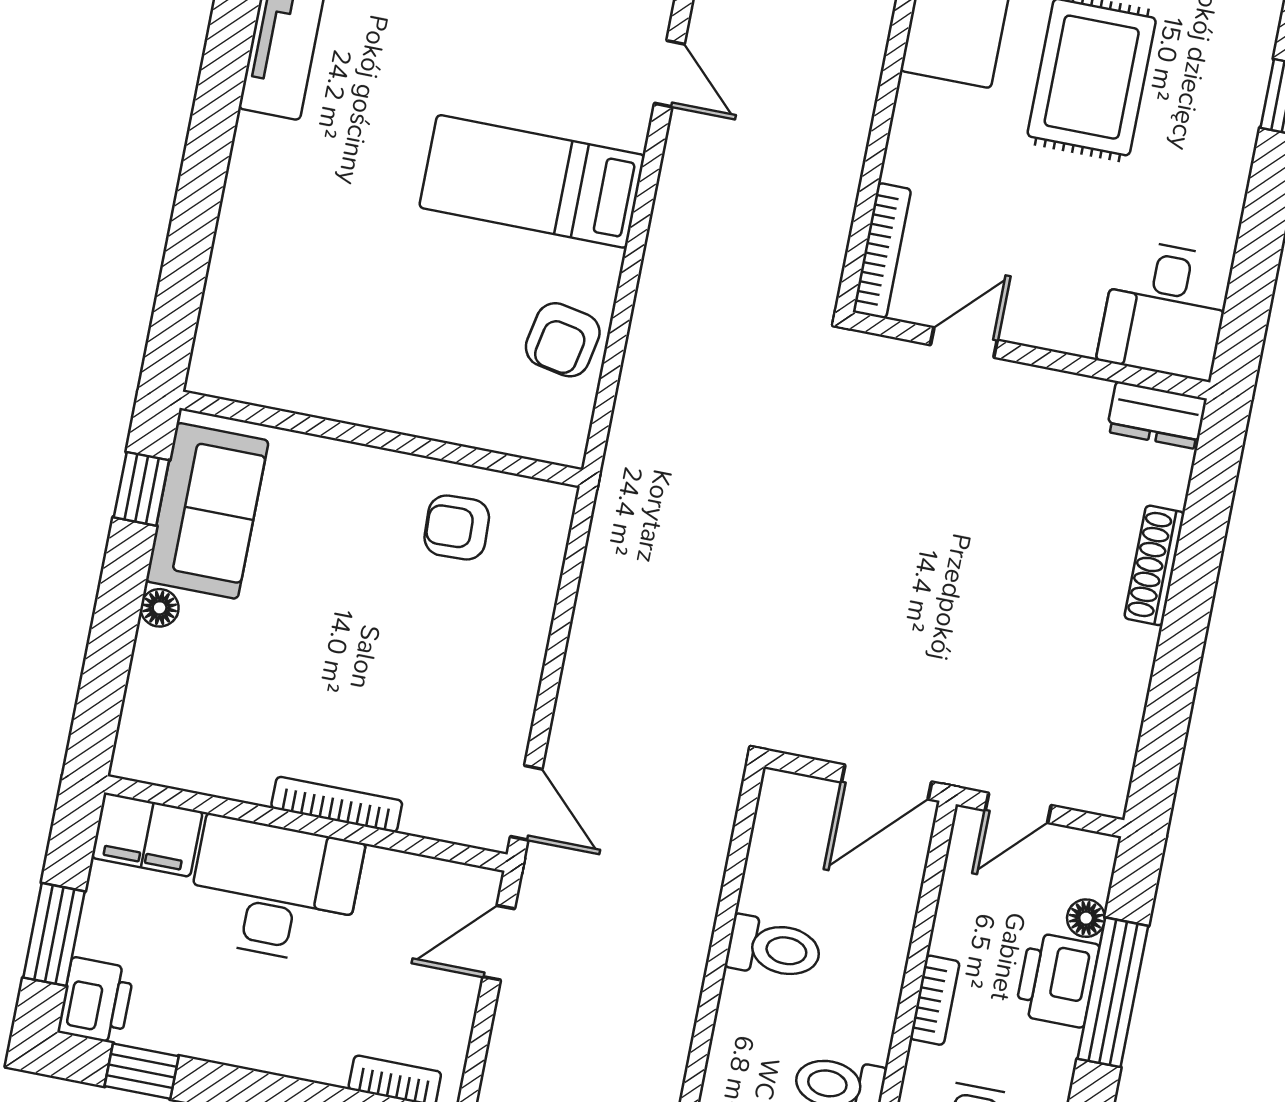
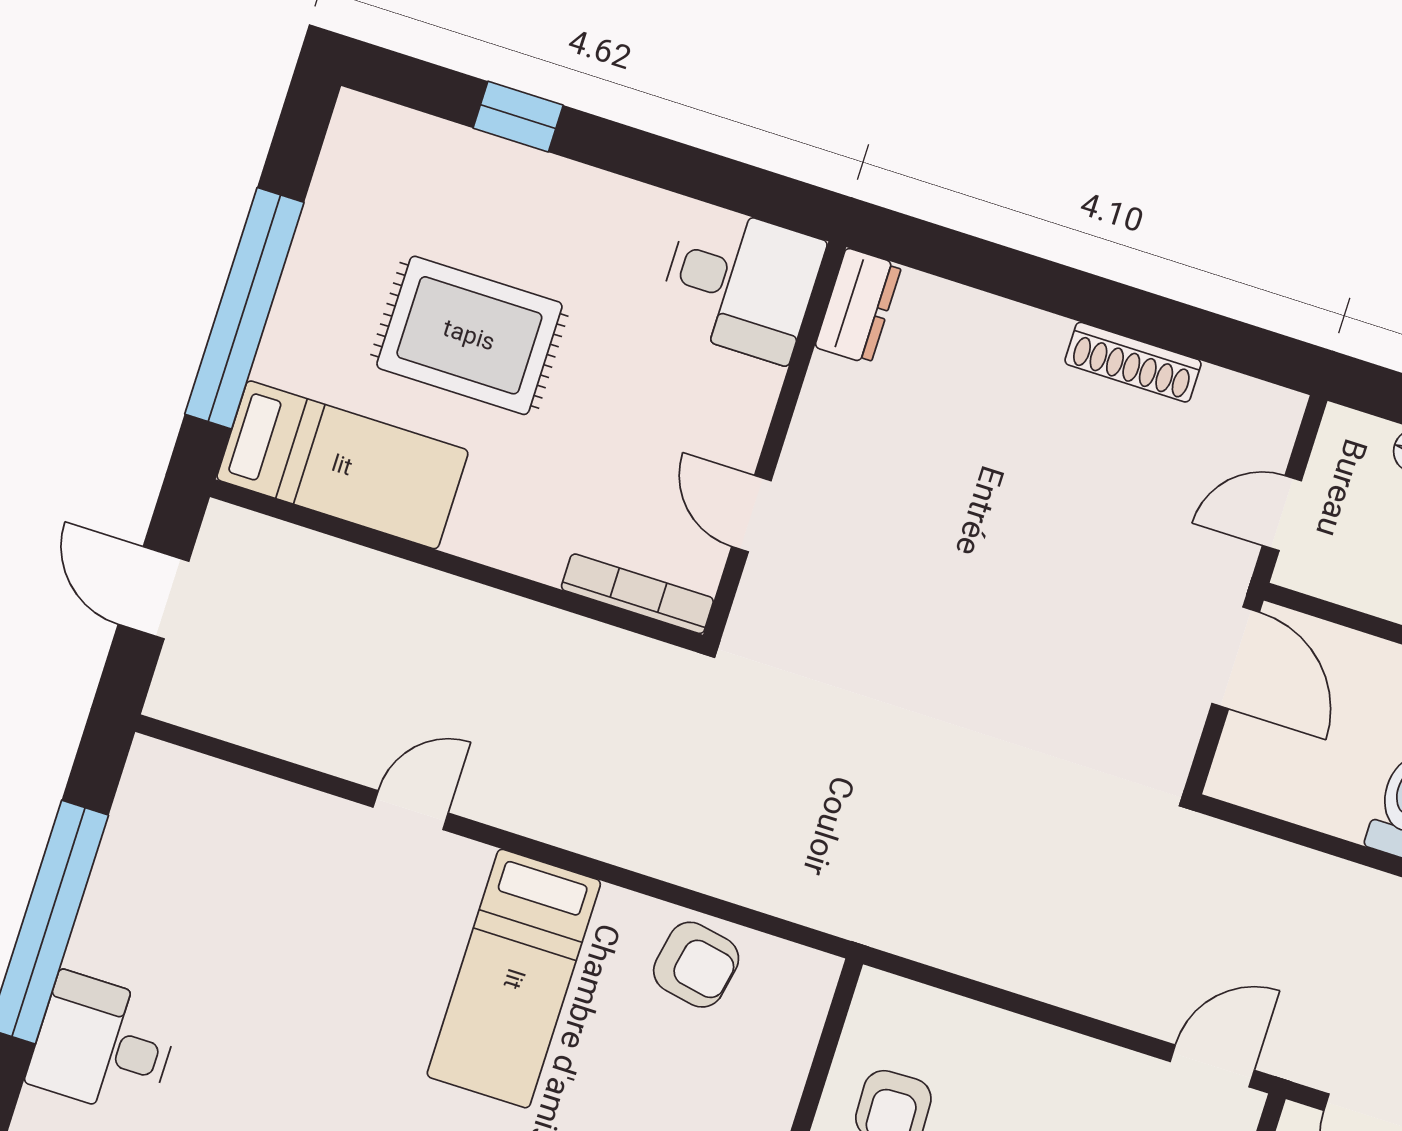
shoe rack: (1154, 565) -> (1133, 362), moved
door: (1018, 808) -> (1282, 513), swing flipped

